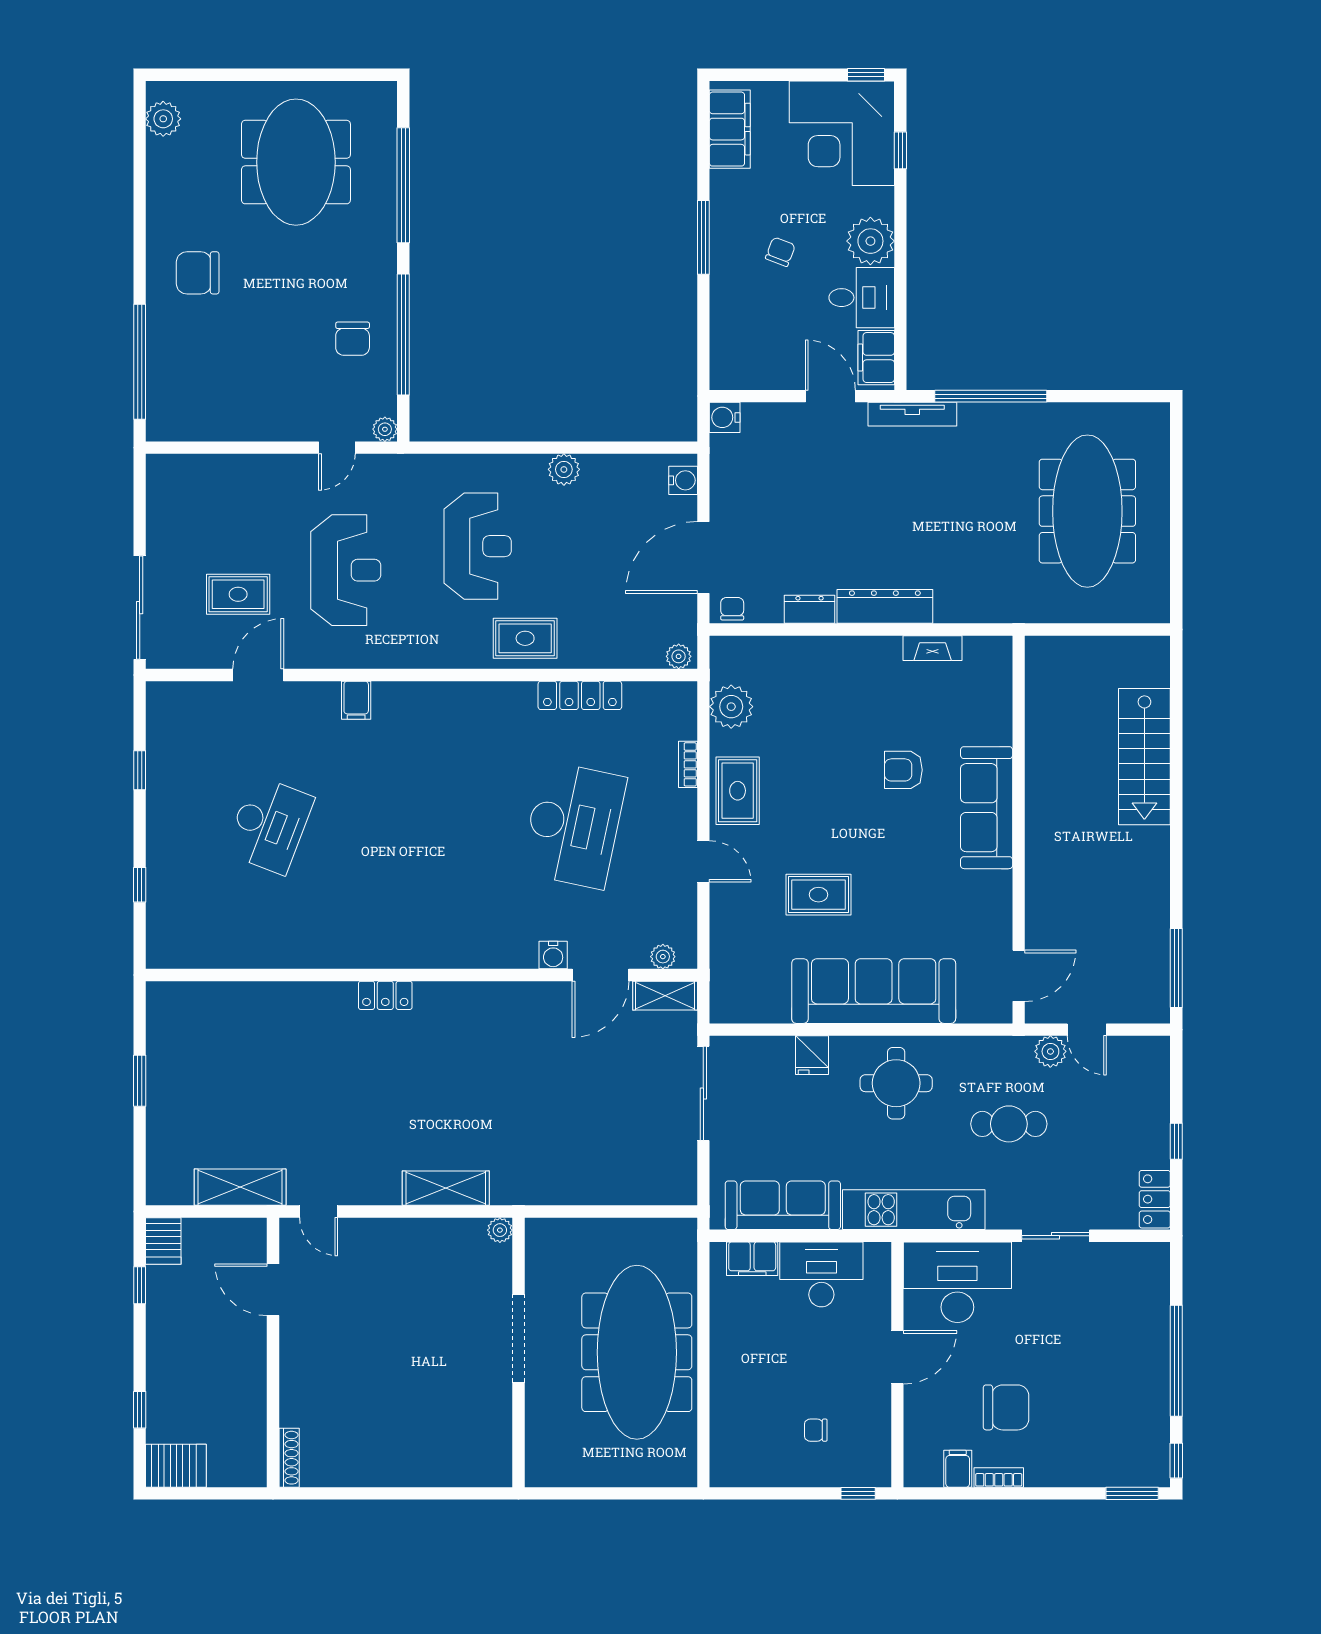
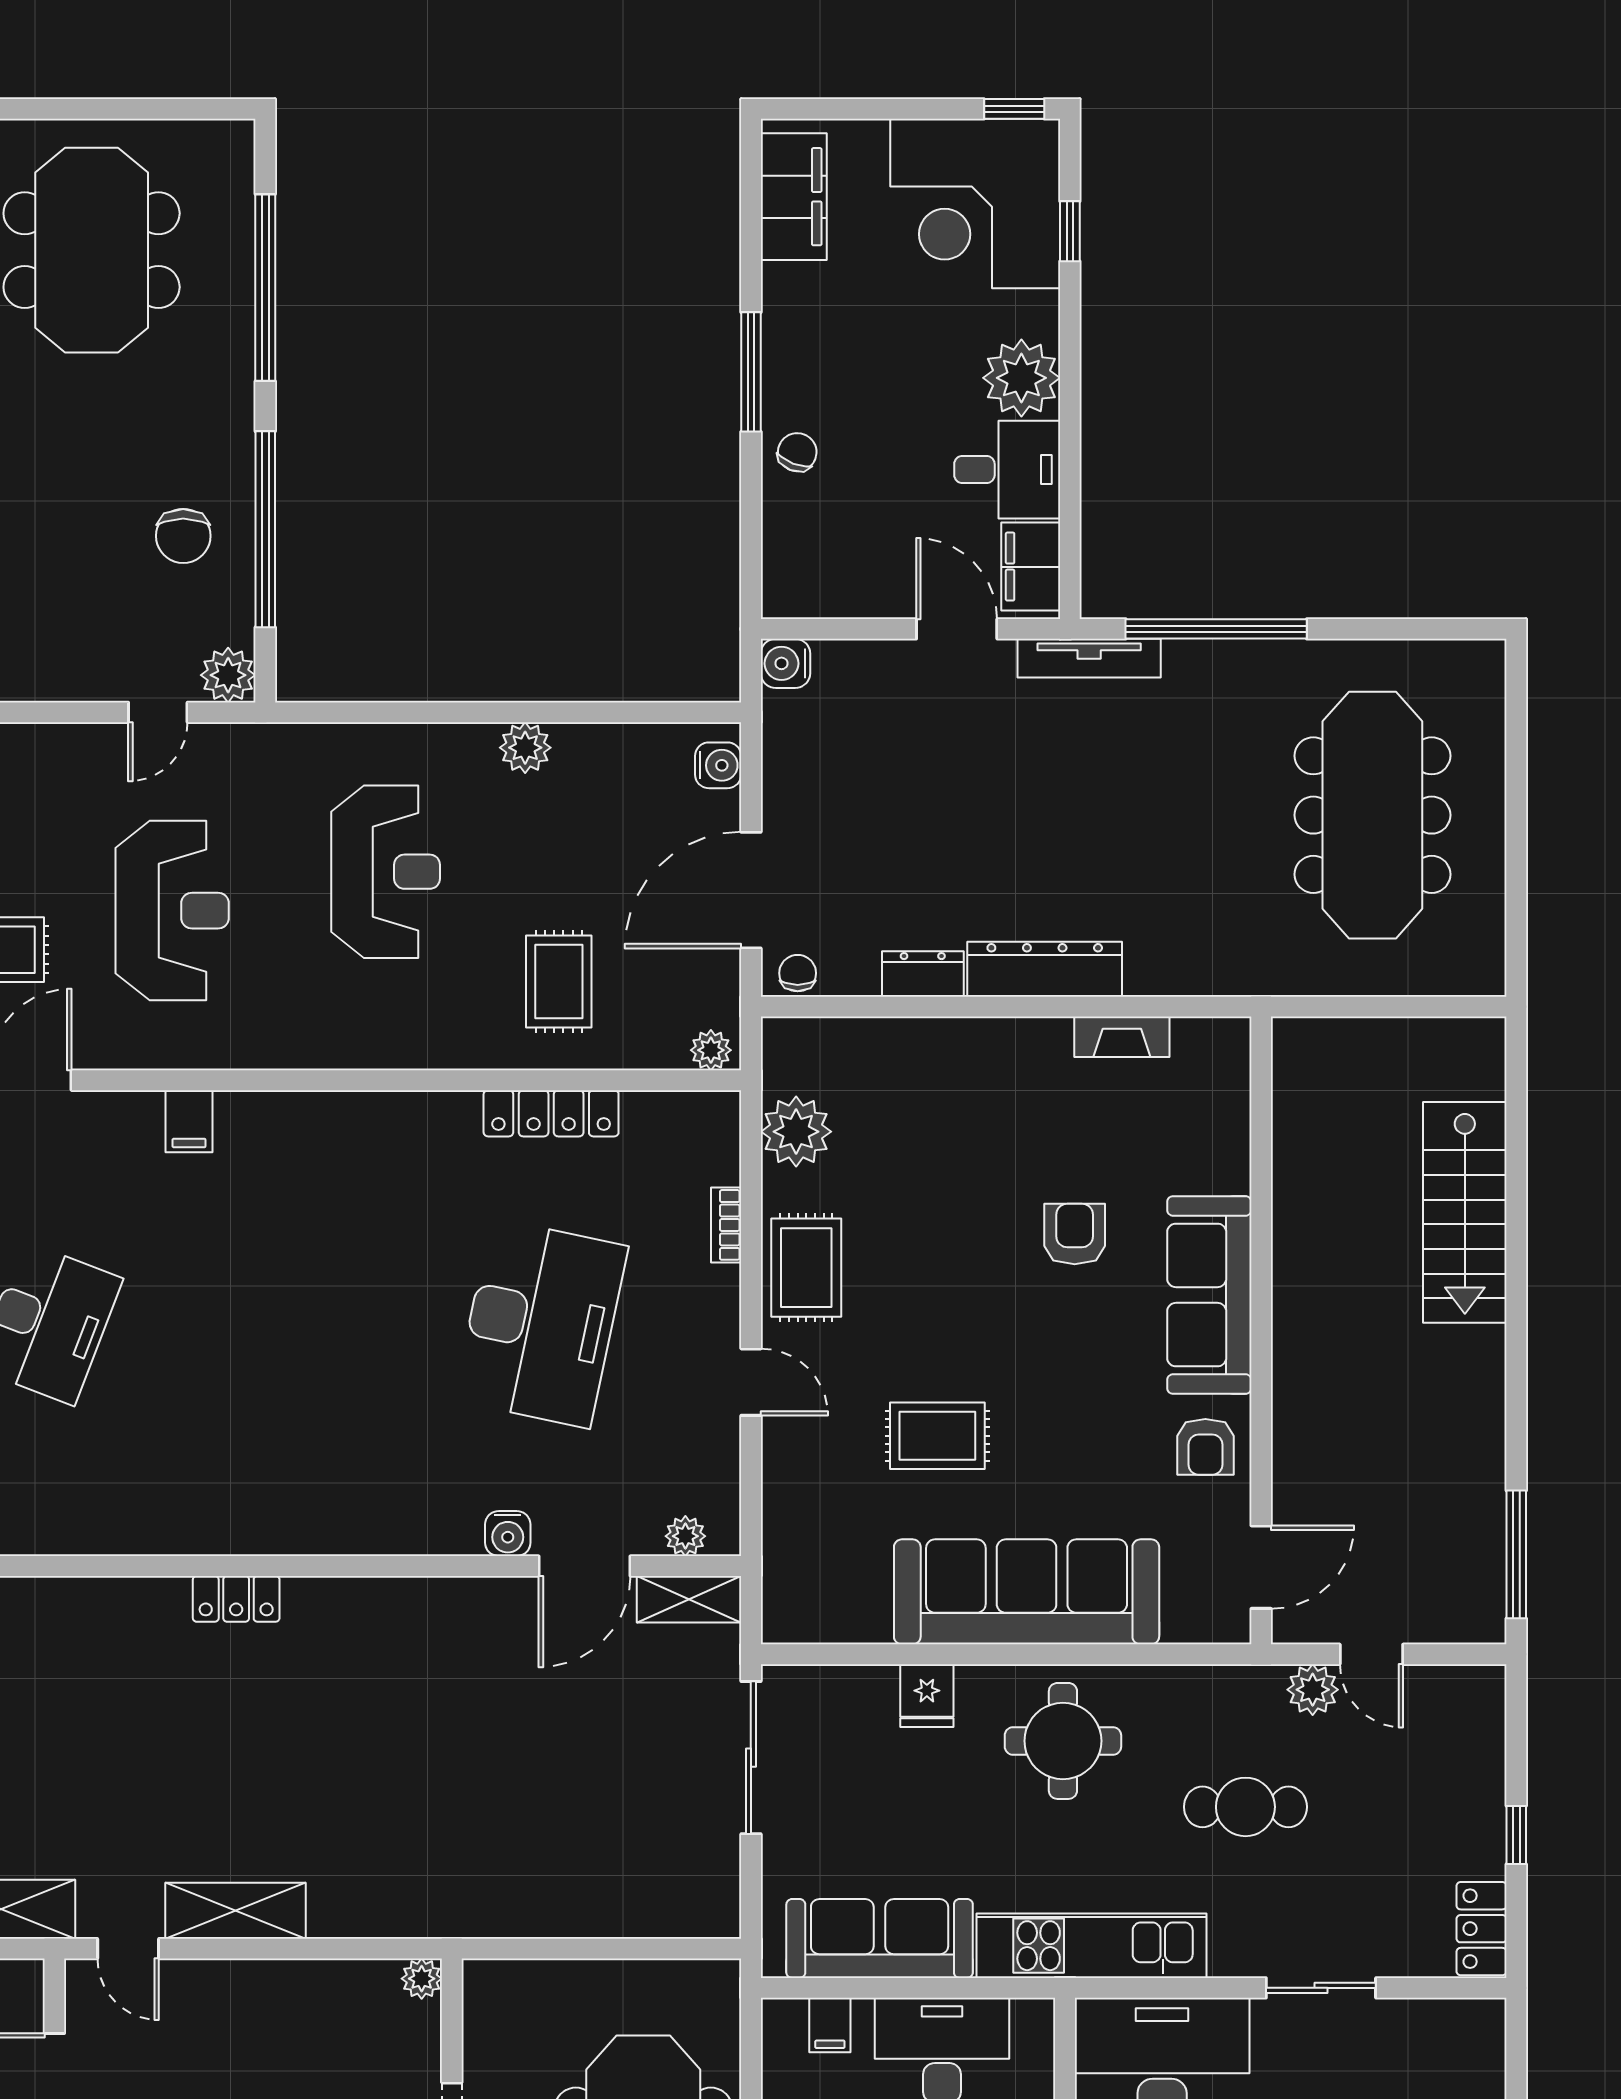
chair: (780, 252) -> (797, 452), moved
plant: (385, 429) -> (228, 675), width x1.38, depth x1.38
rug: (525, 638) -> (559, 982), moved, turned 90
armchair: (903, 770) -> (1075, 1234), turned 90
armchair: (984, 901) -> (1205, 1447), added
shelving: (446, 1188) -> (236, 1911), moved
filing cabinet: (752, 1259) -> (830, 2025), width x0.50

